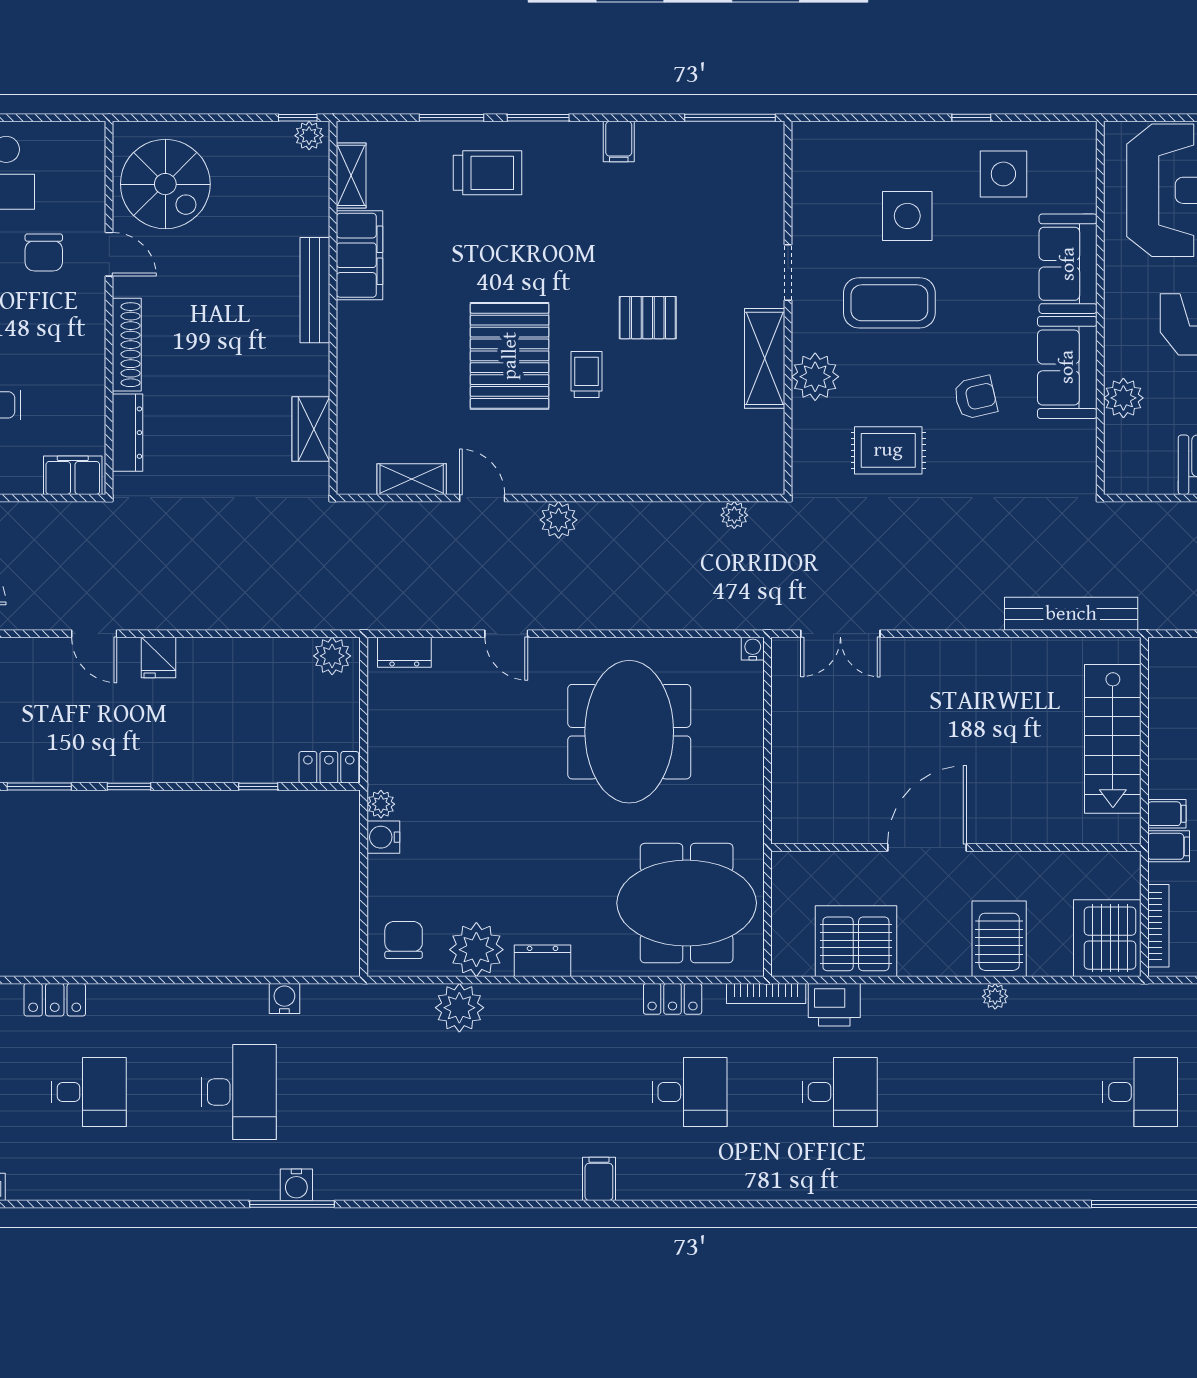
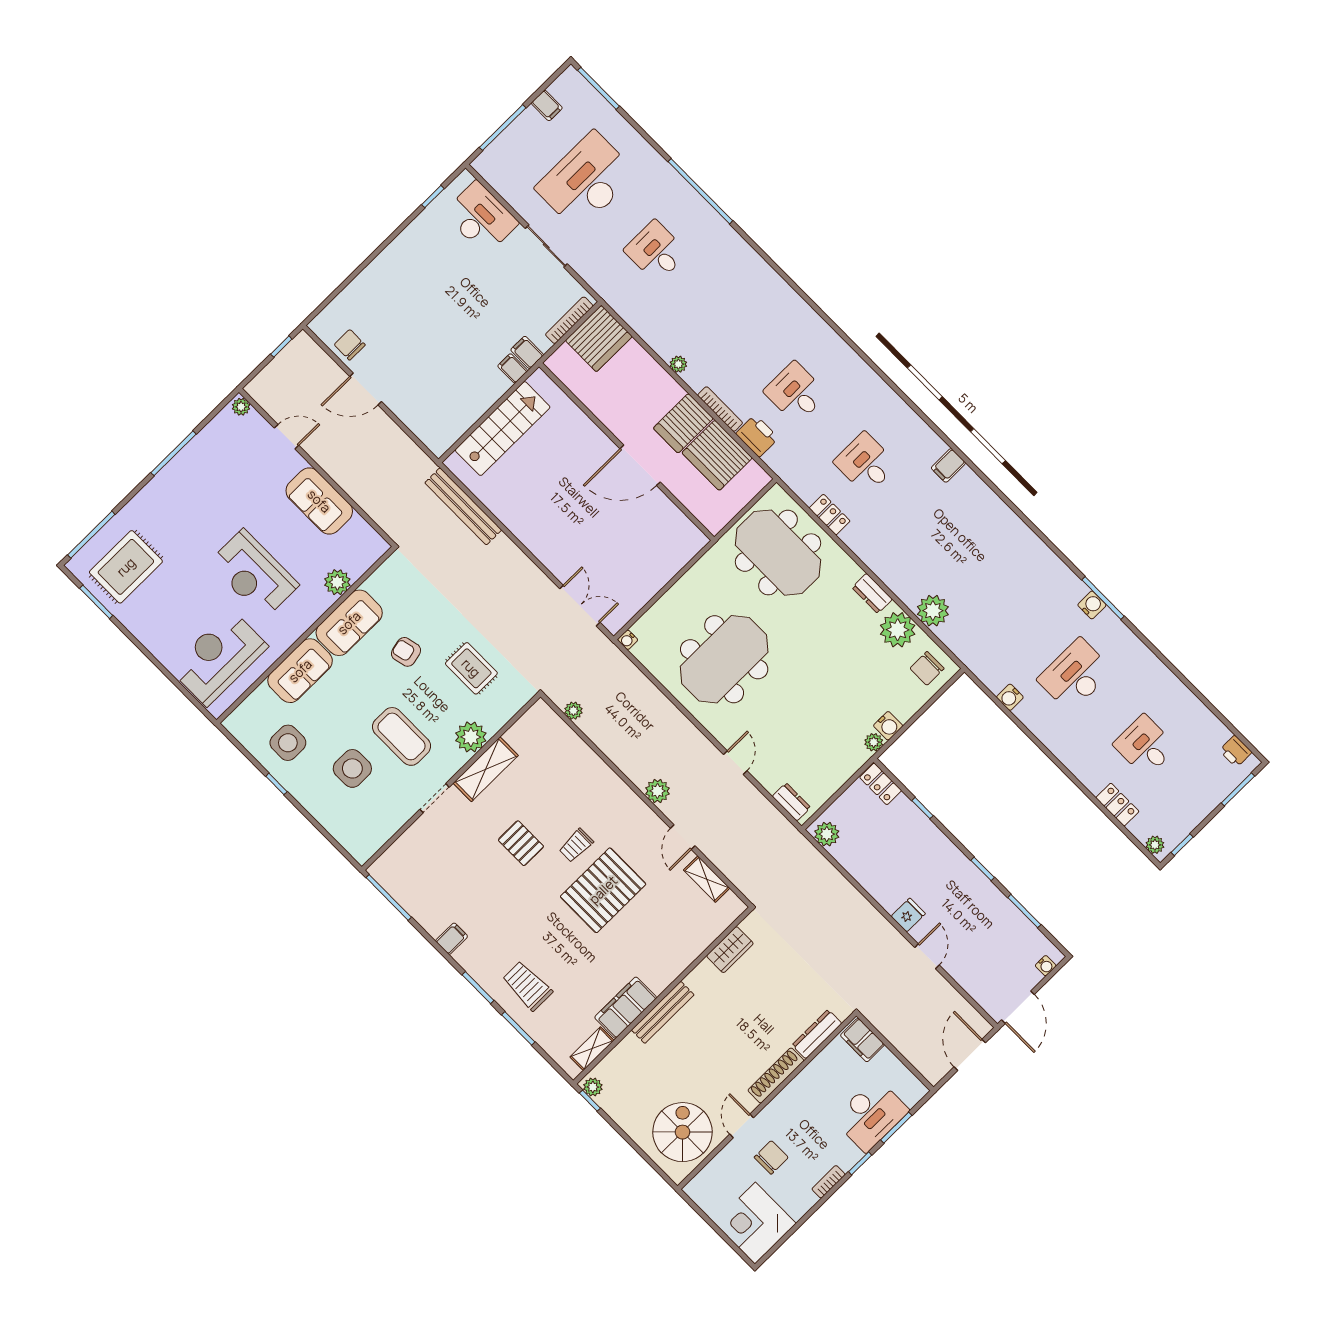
server rack: (999, 939) -> (683, 423), moved
bookcase: (766, 993) -> (720, 409), moved

